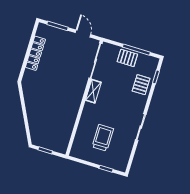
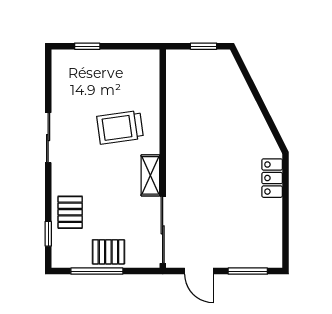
locker: (35, 53) -> (272, 178), moved, width x0.66
trolley: (103, 138) -> (120, 127), moved, turned 82

